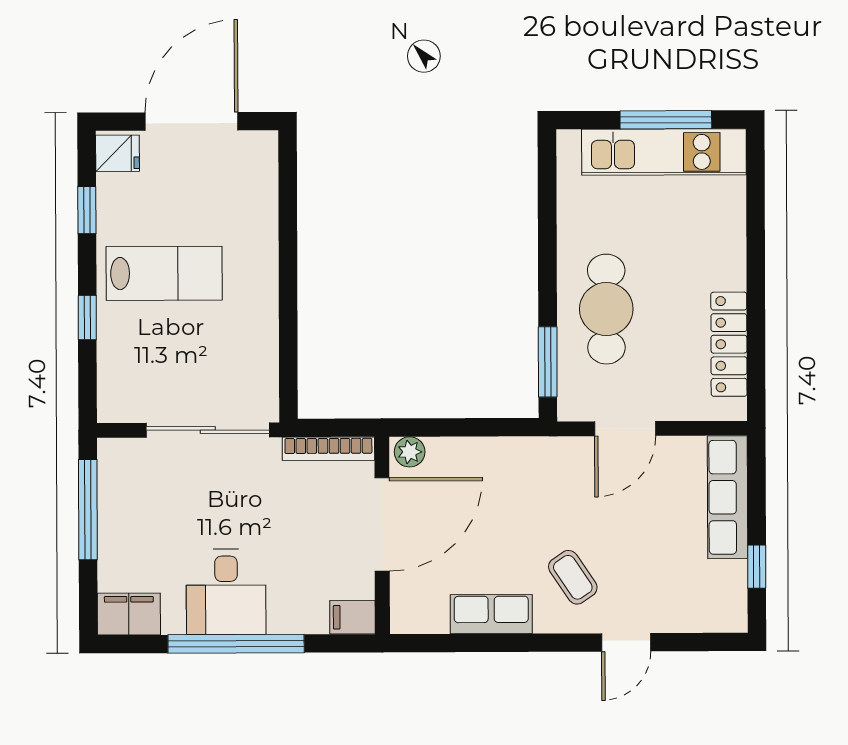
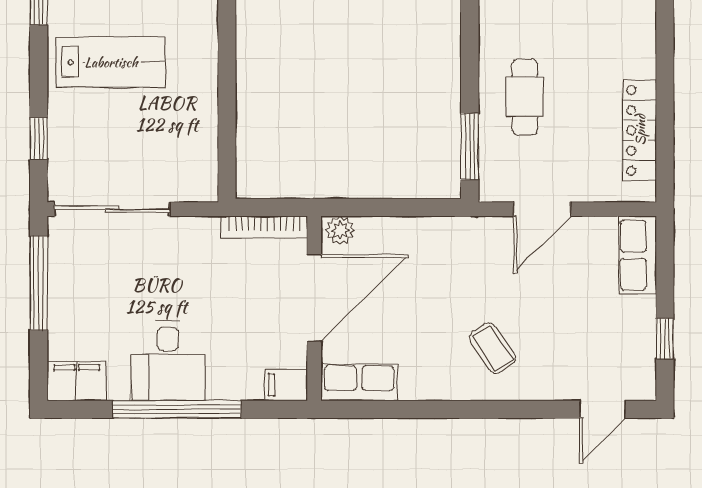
cafe table: (606, 309) -> (525, 97), width x0.73, depth x0.74
window: (87, 318) -> (39, 138), moved
sliding door: (208, 430) -> (112, 209), moved
row of seats: (727, 497) -> (638, 255), width x0.68
row of seats: (491, 614) -> (359, 382), moved
door: (626, 642) -> (602, 409), moved

